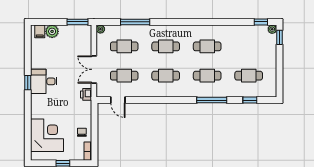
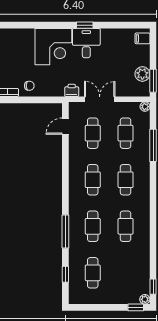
plant: (52, 31) -> (142, 74), moved
corner desk: (47, 135) -> (53, 47), moved

